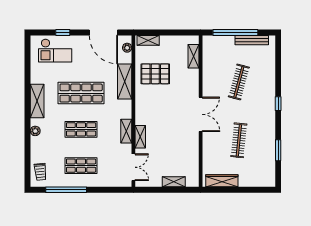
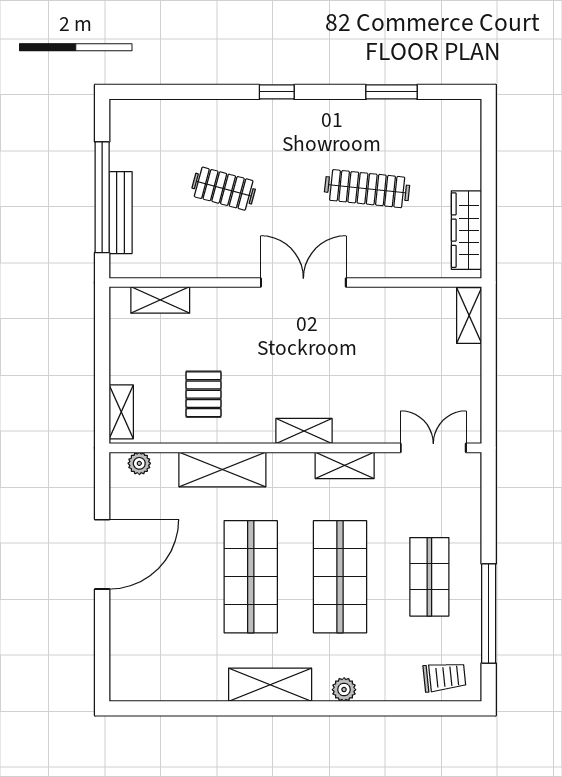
window: (63, 33) -> (102, 622), removed
door: (103, 33) -> (102, 554), moved
bench: (252, 40) -> (121, 213), moved
checkout: (55, 51) -> (146, 641), removed
pallet: (155, 74) -> (204, 394), width x0.67, depth x0.71
clothes rail: (239, 82) -> (224, 189), width x0.73
shop shelf: (81, 129) -> (340, 577), width x1.43, depth x1.36
shelving: (140, 137) -> (304, 431), moved
shelving: (174, 182) -> (469, 316), moved

